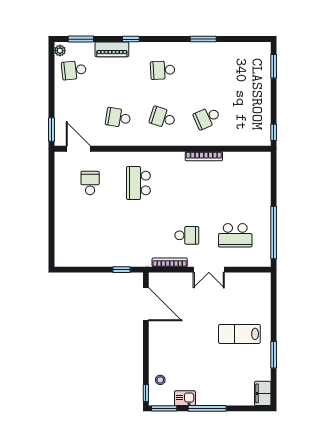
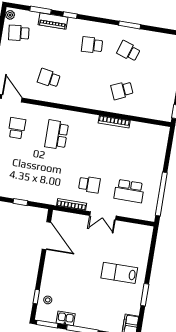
window: (81, 39) -> (41, 10), moved
school desk: (163, 118) -> (129, 51), moved
window: (122, 270) -> (20, 202), moved
window: (146, 393) -> (36, 297), moved

